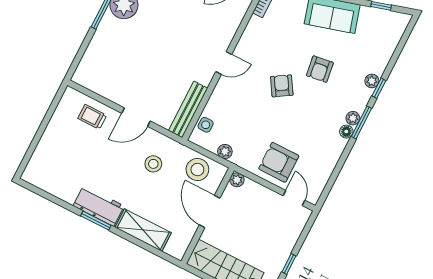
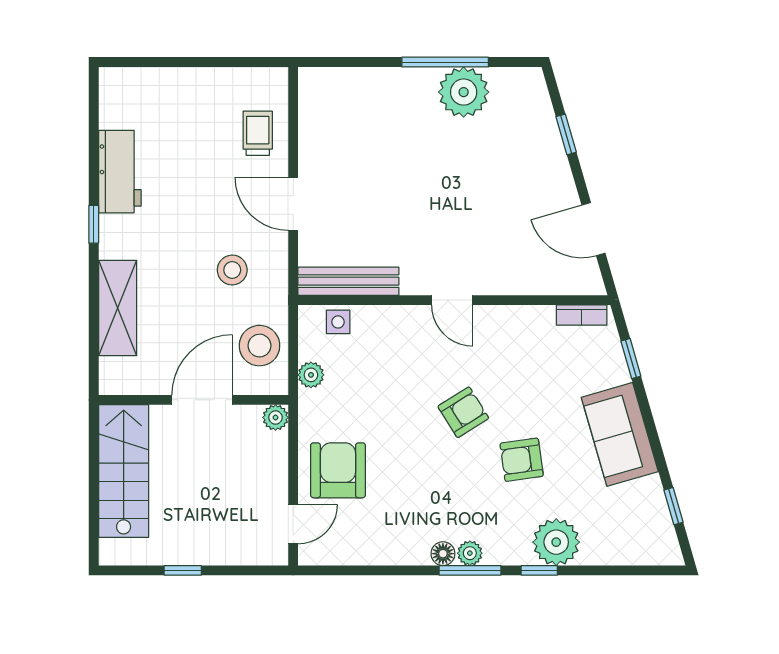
plant: (372, 81) -> (556, 542), width x1.88, depth x1.88
workbench: (99, 206) -> (120, 172), moved
window: (96, 221) -> (94, 224), width x0.67

